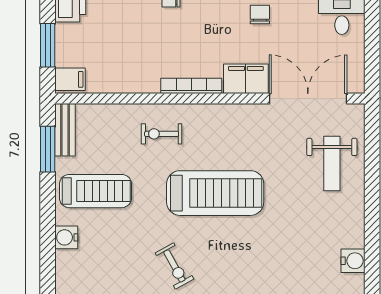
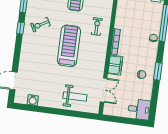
double door: (308, 99) -> (104, 90), width x0.73
weight bench: (332, 163) -> (75, 97), turned 180
treadmill: (215, 193) -> (69, 46), turned 180

